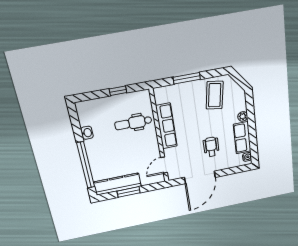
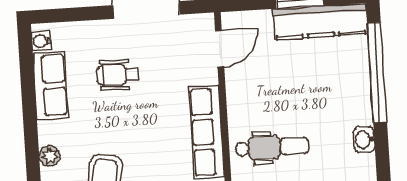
plant: (243, 116) -> (49, 156), moved
wheelchair: (211, 147) -> (118, 75), turned 91

